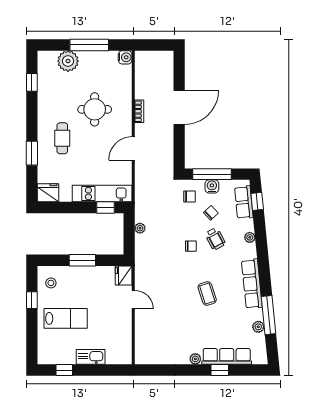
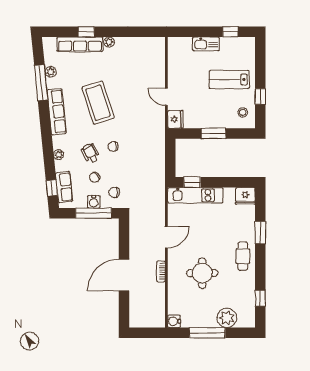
cafe table: (62, 138) -> (243, 256), moved
plant: (140, 228) -> (160, 163), removed
coffee table: (207, 293) -> (98, 103), width x1.86, depth x1.72

